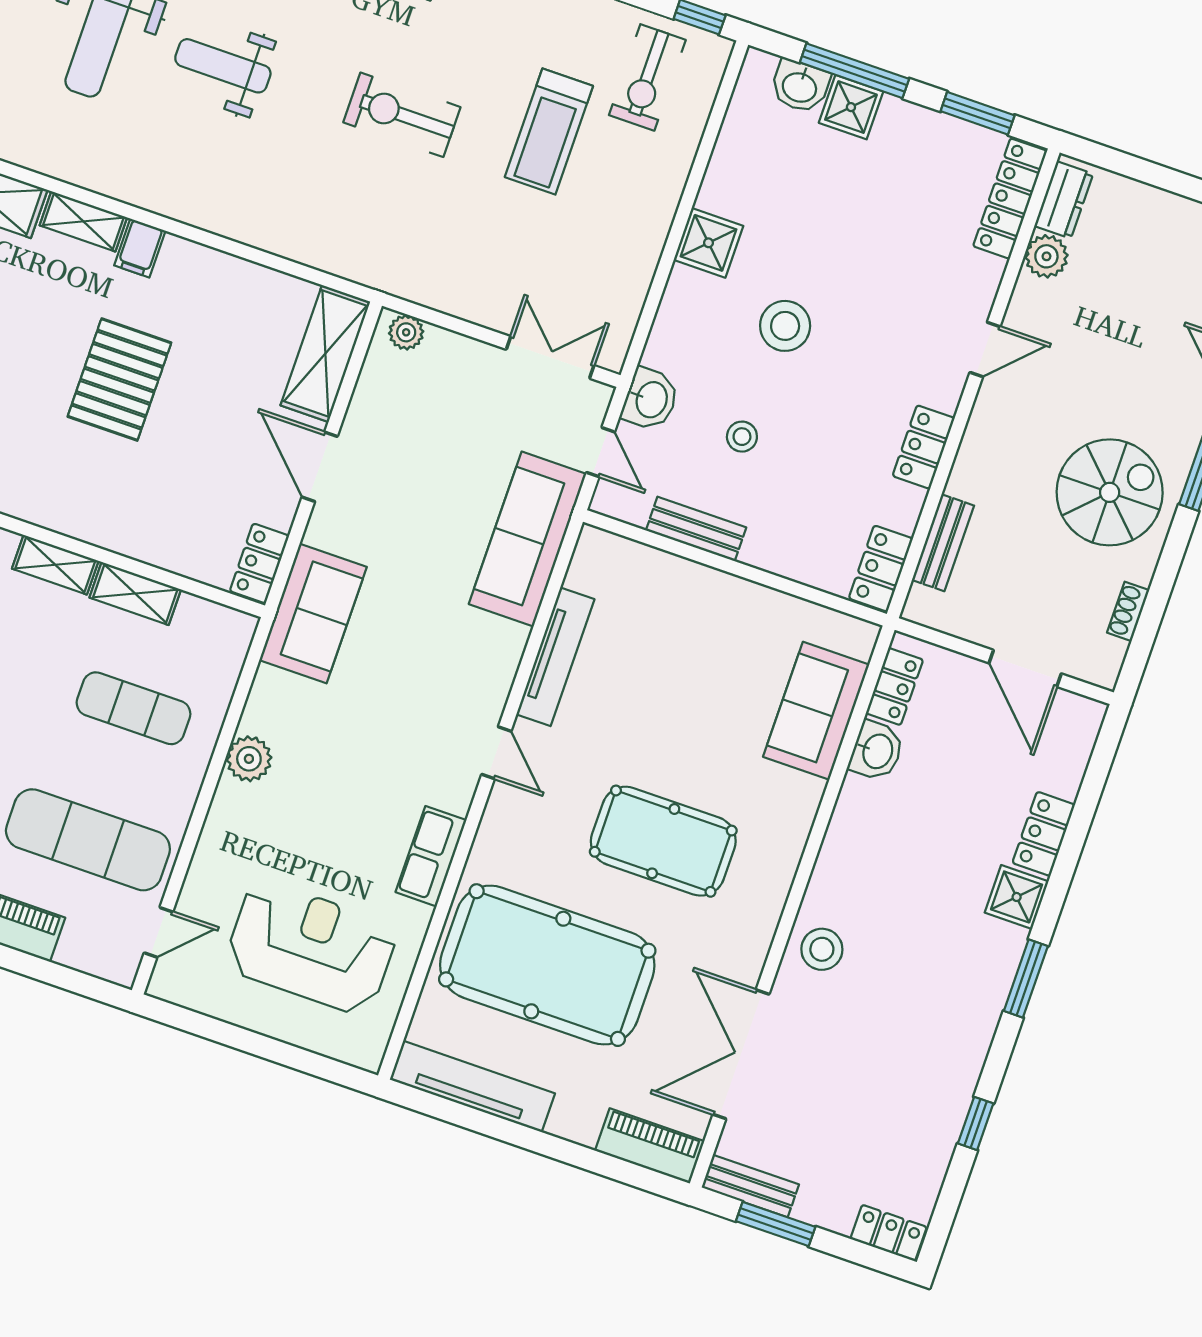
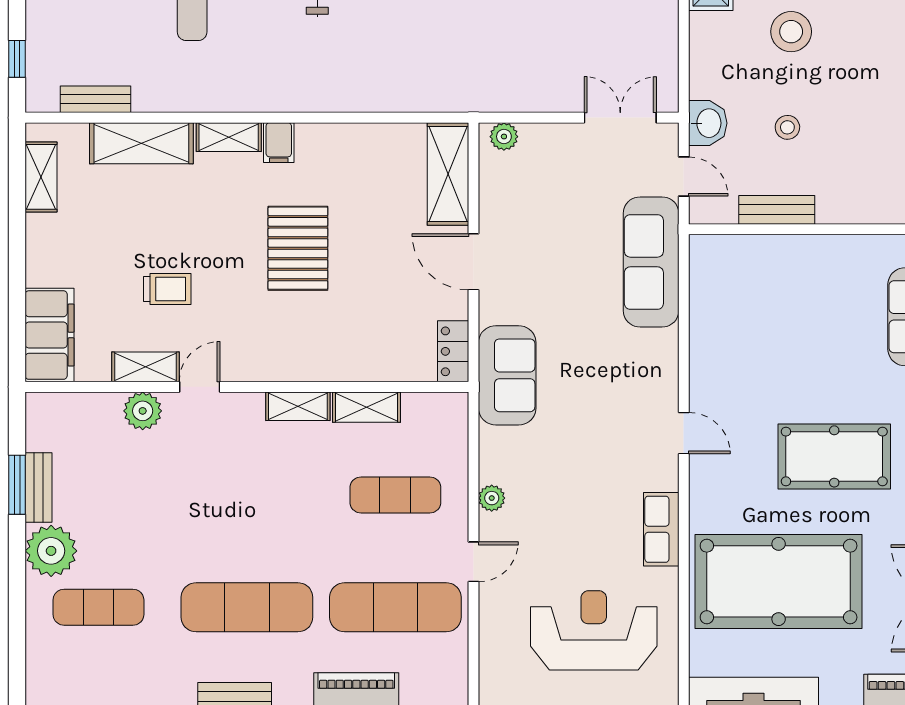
tv unit: (555, 657) -> (703, 344), removed
plant: (249, 759) -> (492, 498), width x0.73, depth x0.73
door: (158, 932) -> (474, 562), moved

